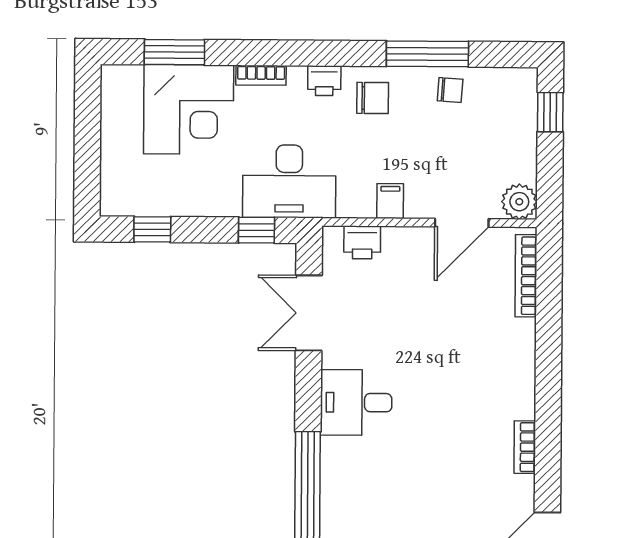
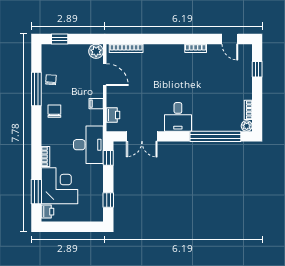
printer: (324, 81) -> (47, 212), moved

